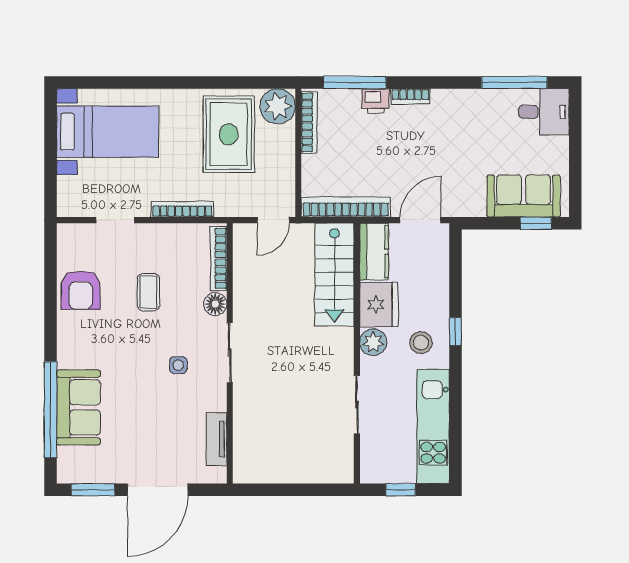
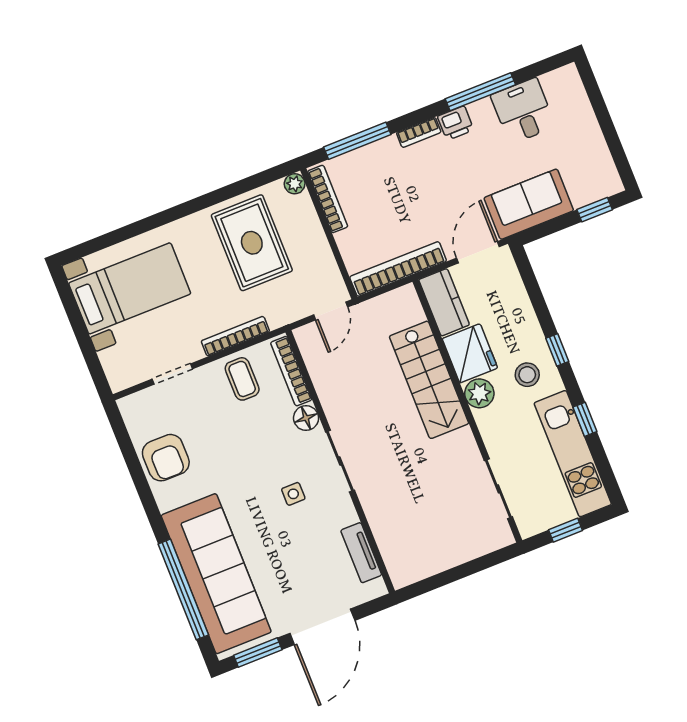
window: (514, 82) -> (480, 92), moved
printer: (376, 101) -> (456, 123), moved
plant: (278, 106) -> (295, 184), width x0.53, depth x0.53
desk: (544, 112) -> (523, 111), moved, turned -90
sofa: (524, 196) -> (529, 204), moved
stairs: (334, 275) -> (429, 380), moved
coffee table: (148, 292) -> (242, 379), moved
window: (455, 401) -> (585, 419), added
sliding door: (357, 405) -> (498, 489), moved
sofa: (78, 407) -> (216, 574), width x1.85, depth x1.27

